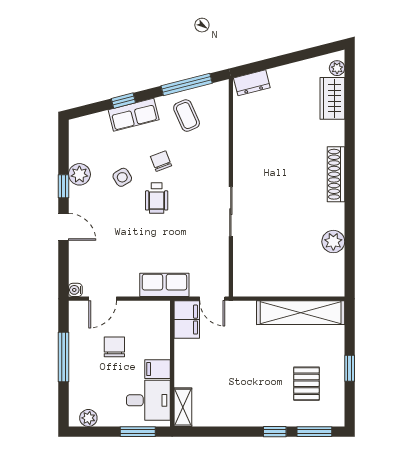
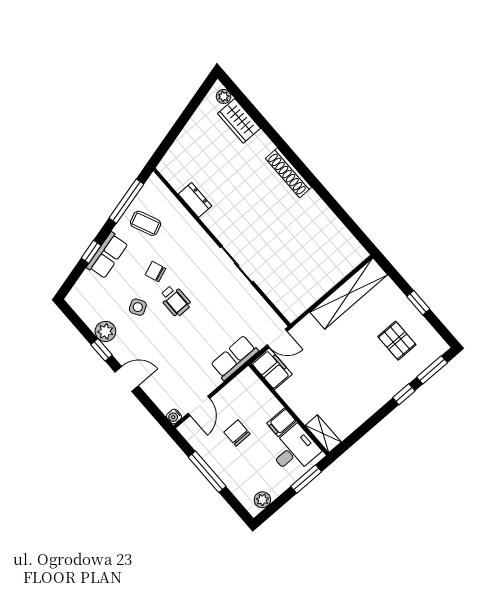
dresser: (252, 83) -> (195, 200), moved, turned -76
plant: (333, 242) -> (328, 222), removed

